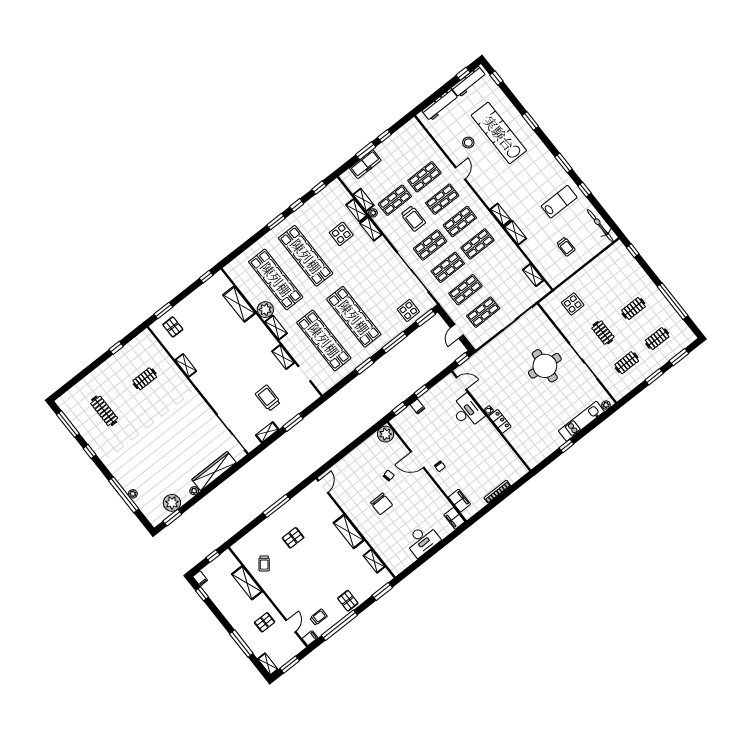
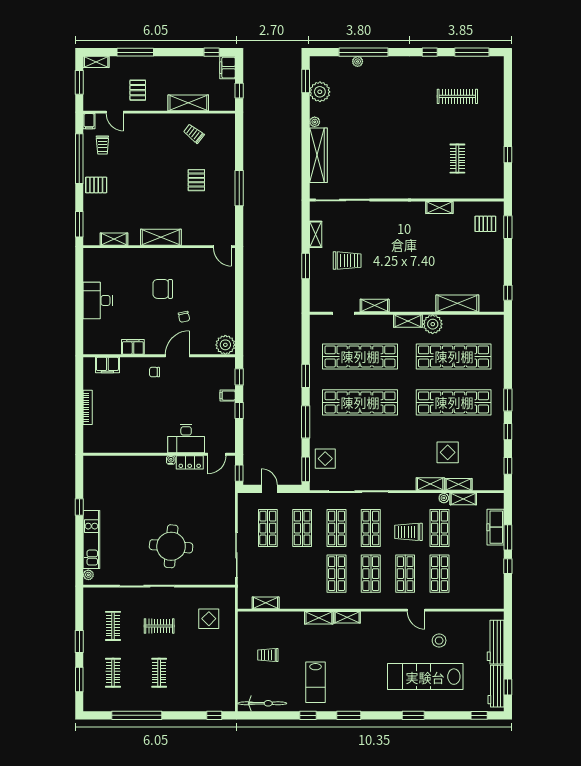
lab bench: (499, 133) -> (425, 677), turned 180
locker: (500, 421) -> (190, 462), moved
filing cabinet: (454, 518) -> (133, 347), moved
filing cabinet: (200, 578) -> (227, 68), width x2.00

